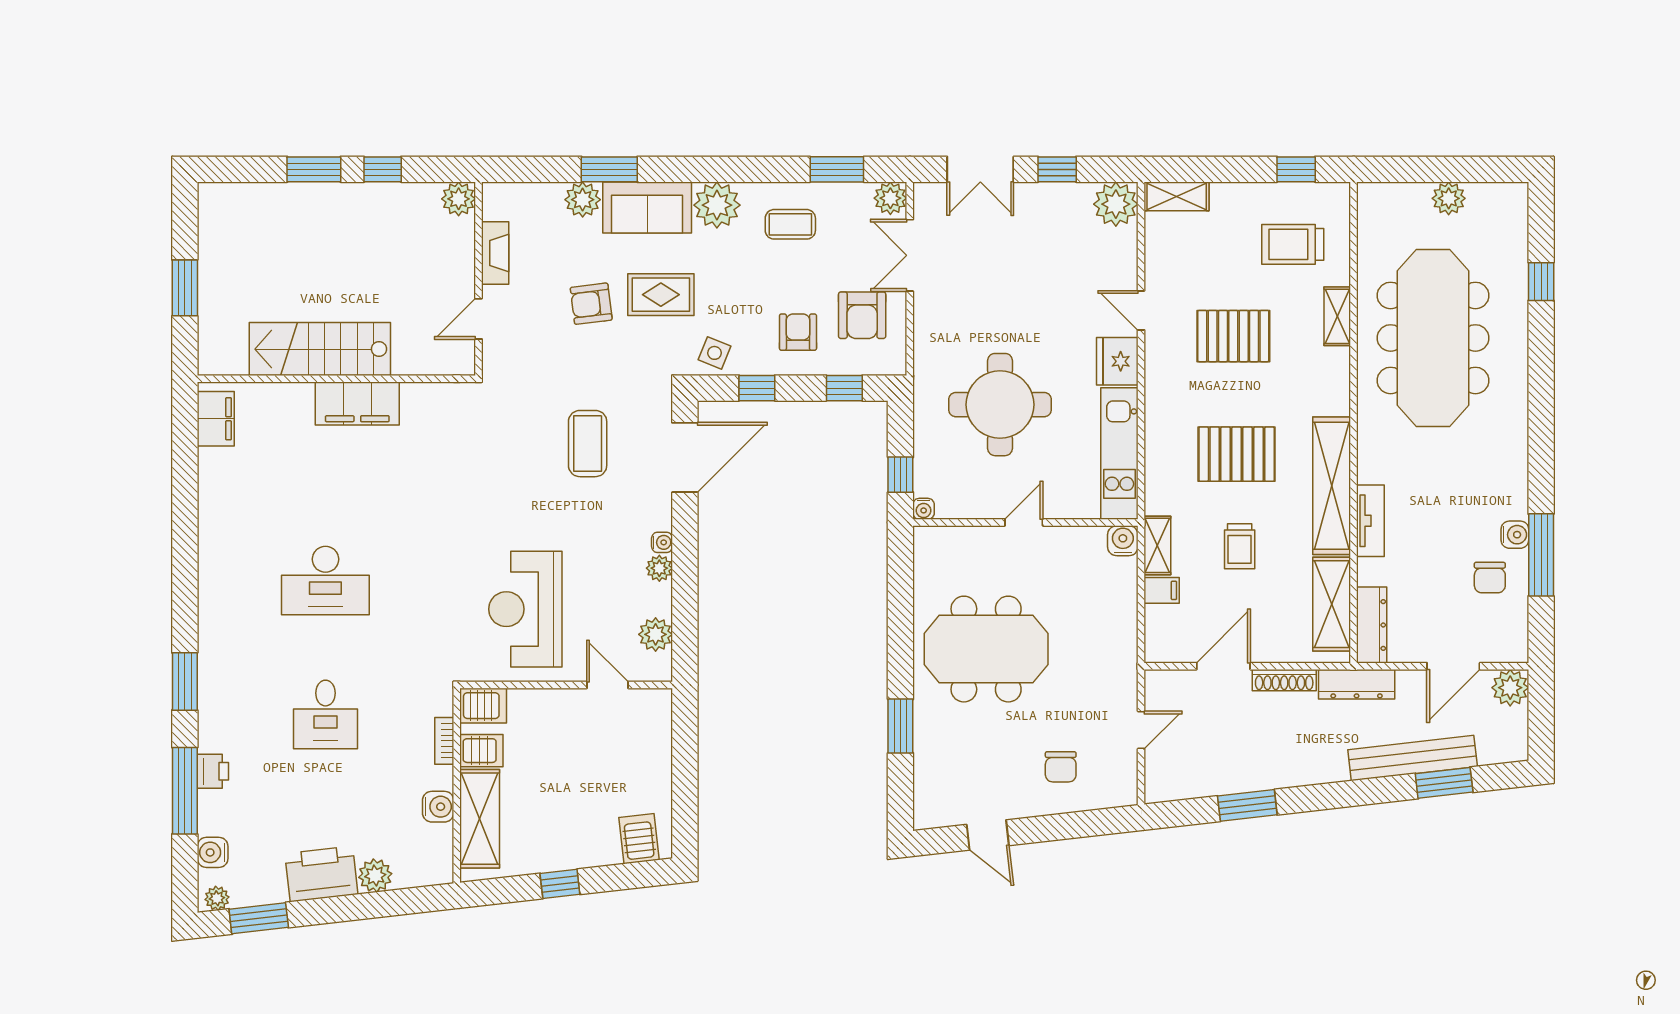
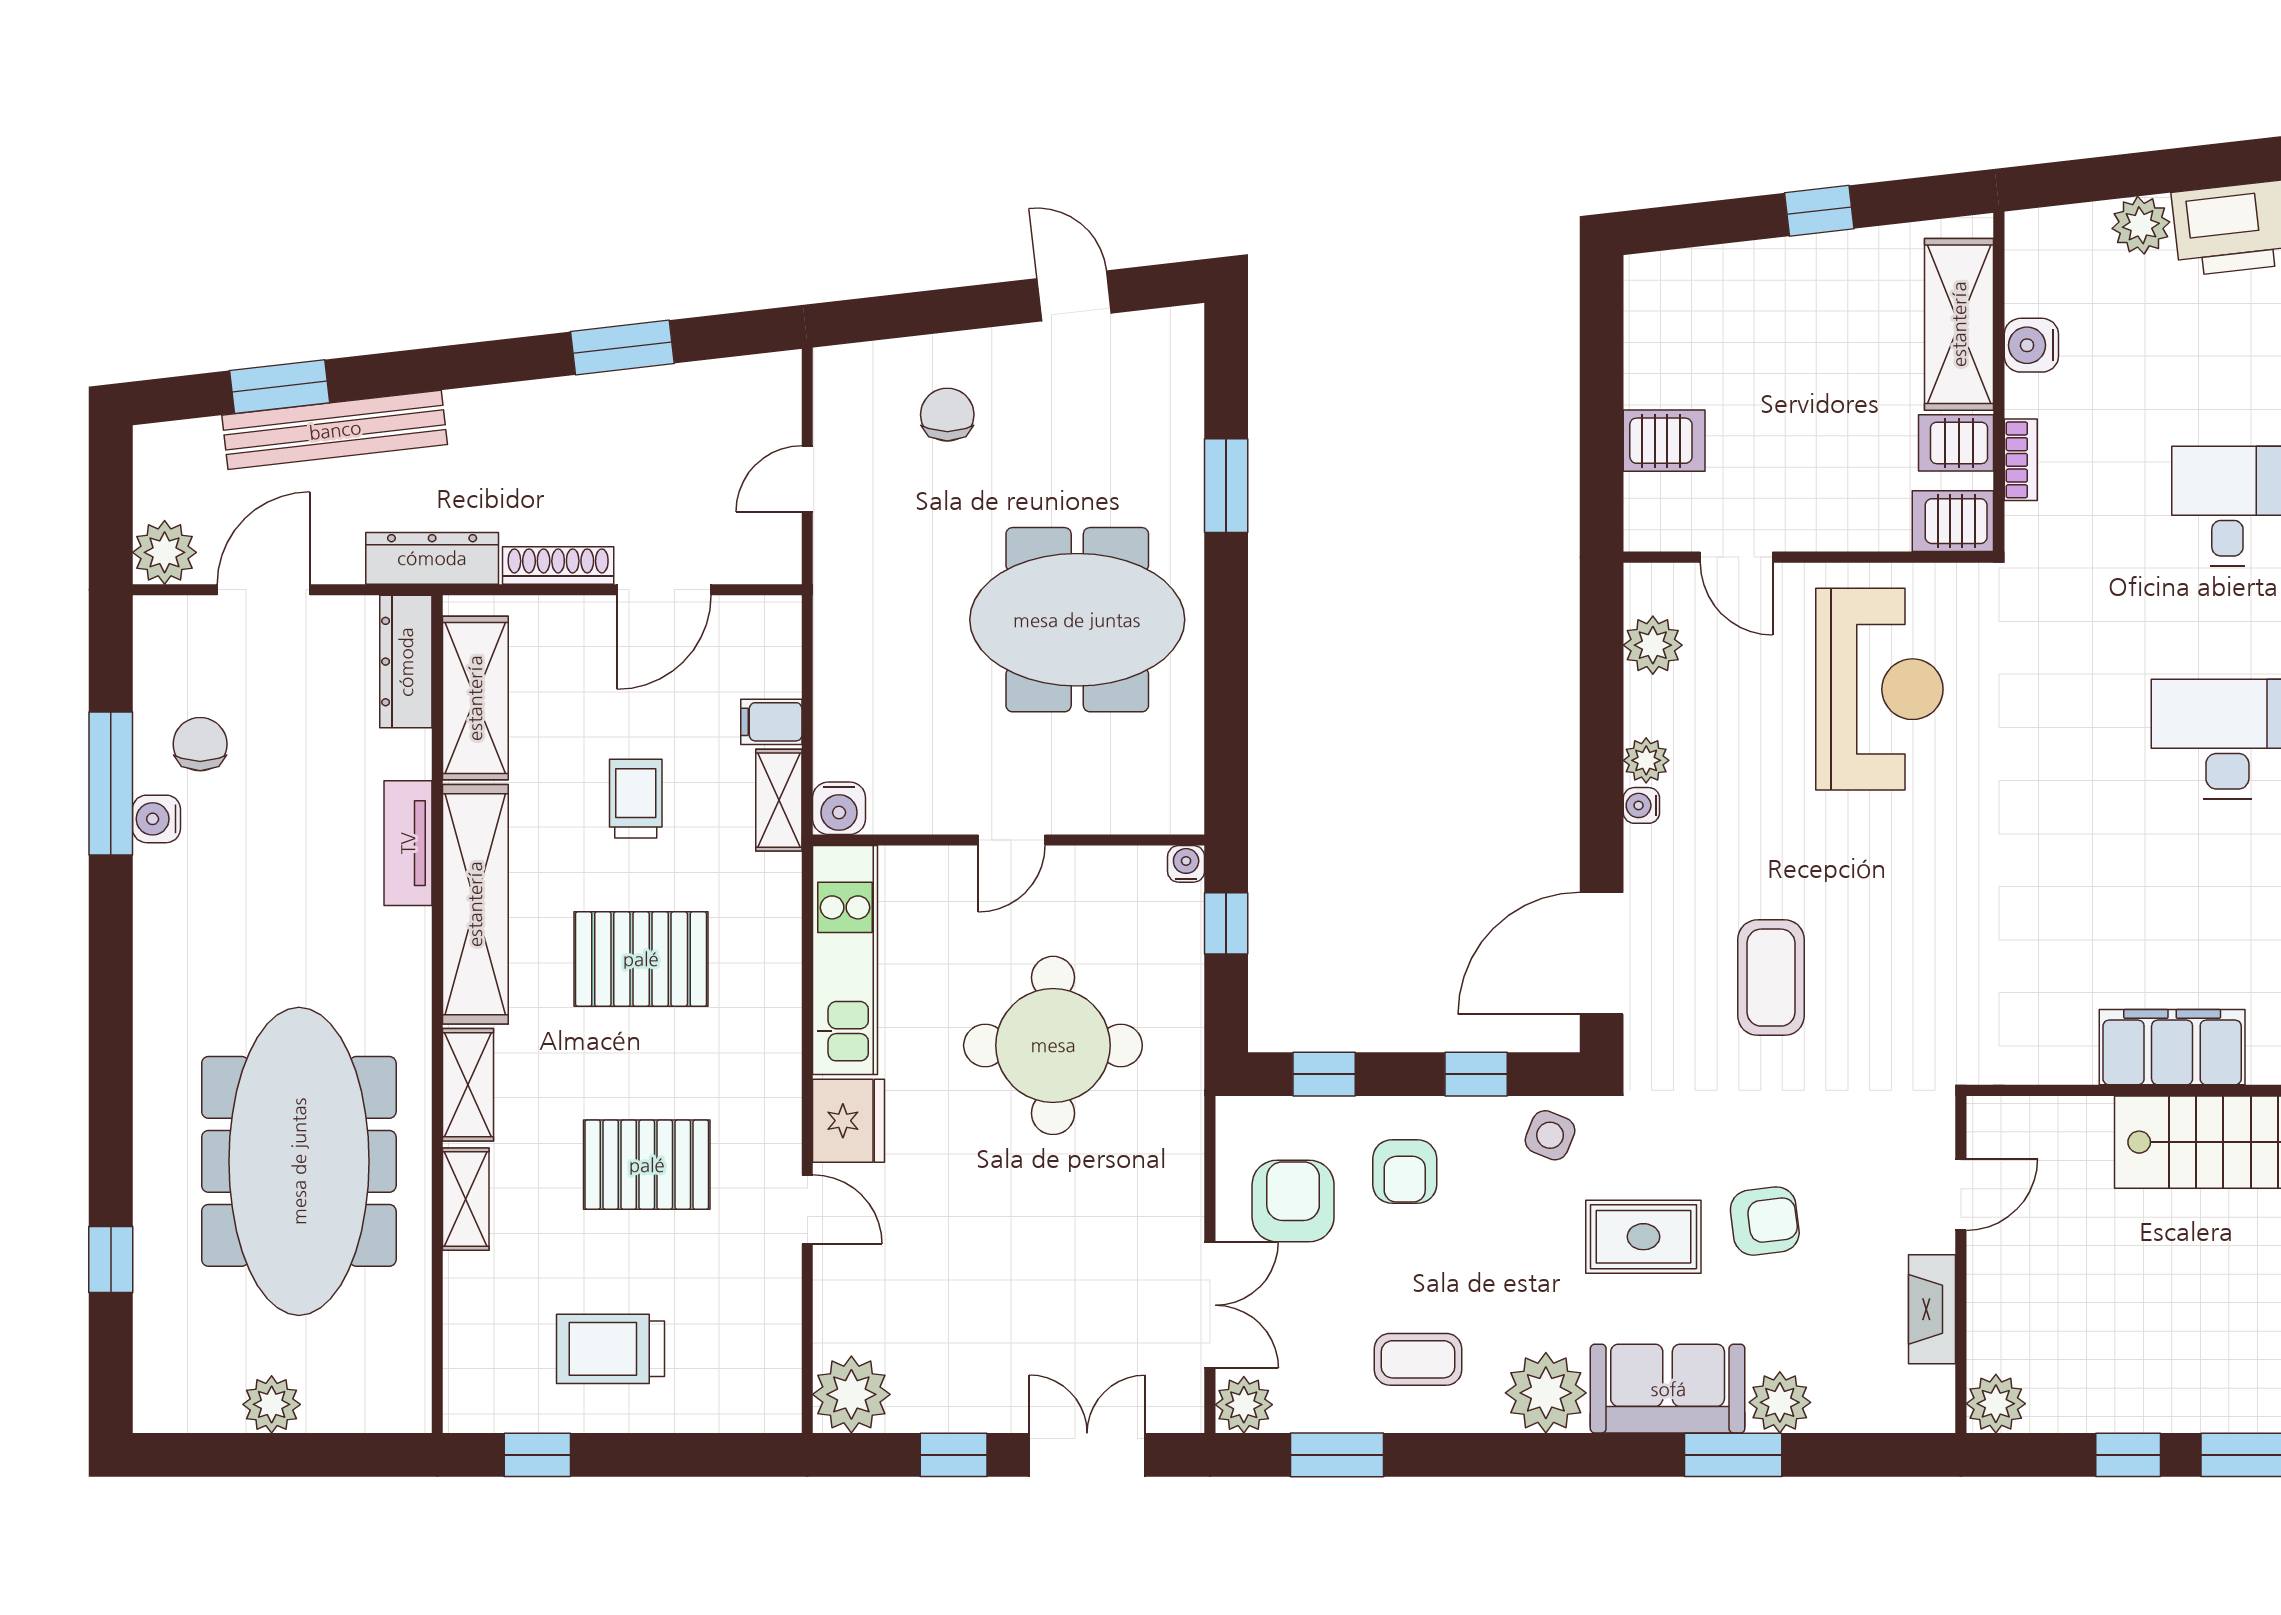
shelving: (1177, 196) -> (468, 1085), moved, turned 90
trolley: (1293, 244) -> (610, 1349), moved, turned 180
server rack: (639, 839) -> (1664, 441), moved, turned -83

